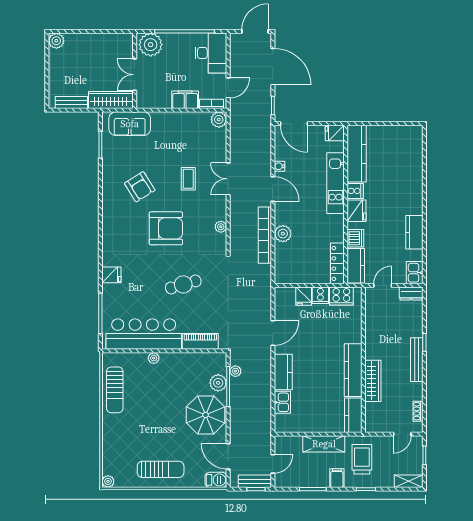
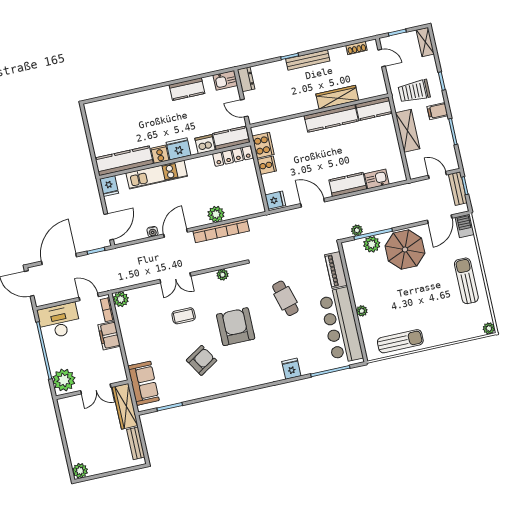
fridge: (304, 296) -> (275, 200), moved

